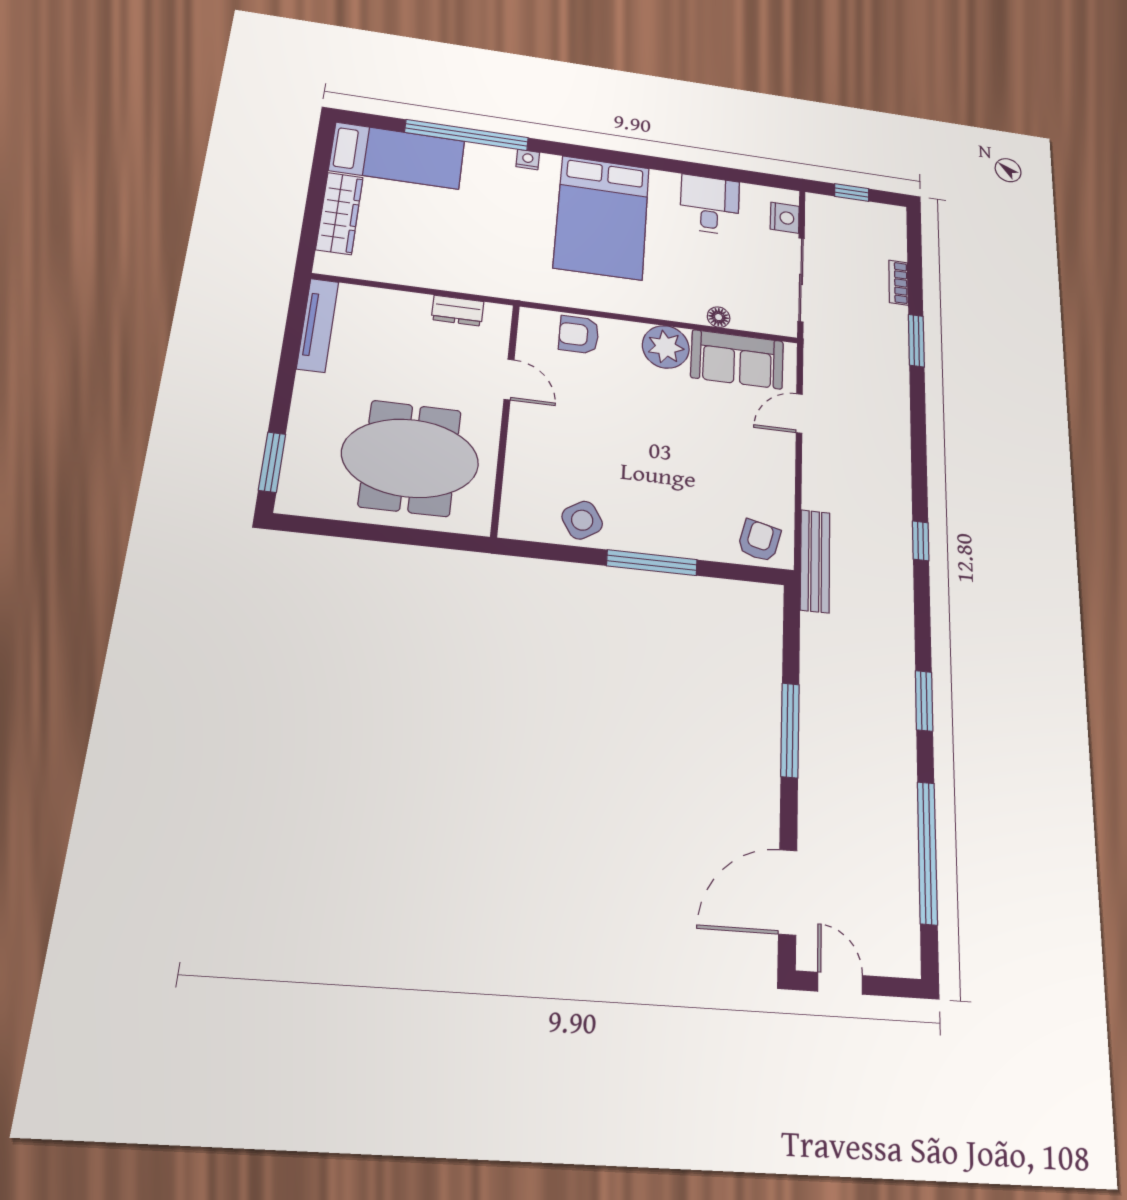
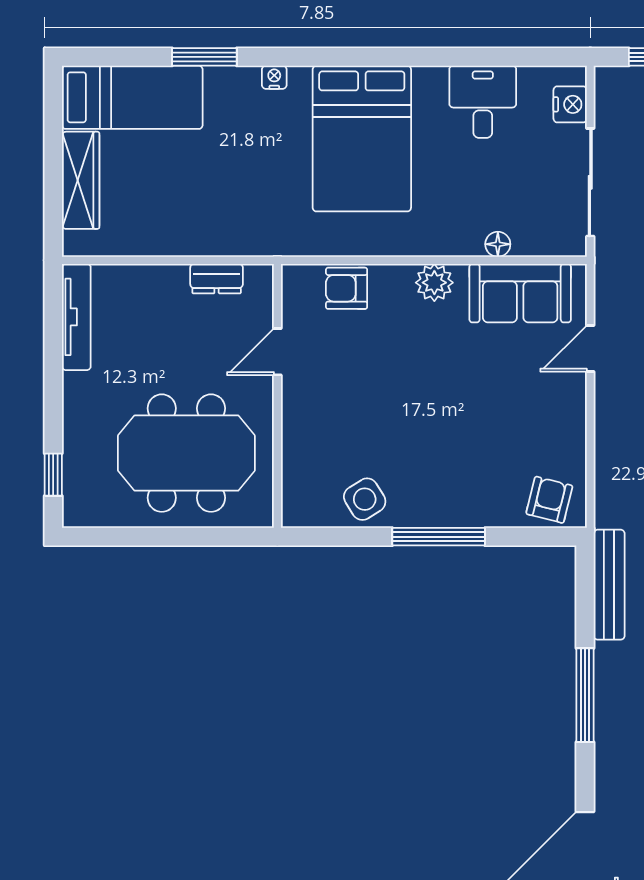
window: (467, 135) -> (204, 57), width x0.47
plant: (666, 347) -> (434, 283), width x0.73, depth x0.73
door: (509, 380) -> (277, 352), swing flipped
window: (272, 462) -> (53, 475), width x0.67
bench: (815, 561) -> (609, 585), moved

